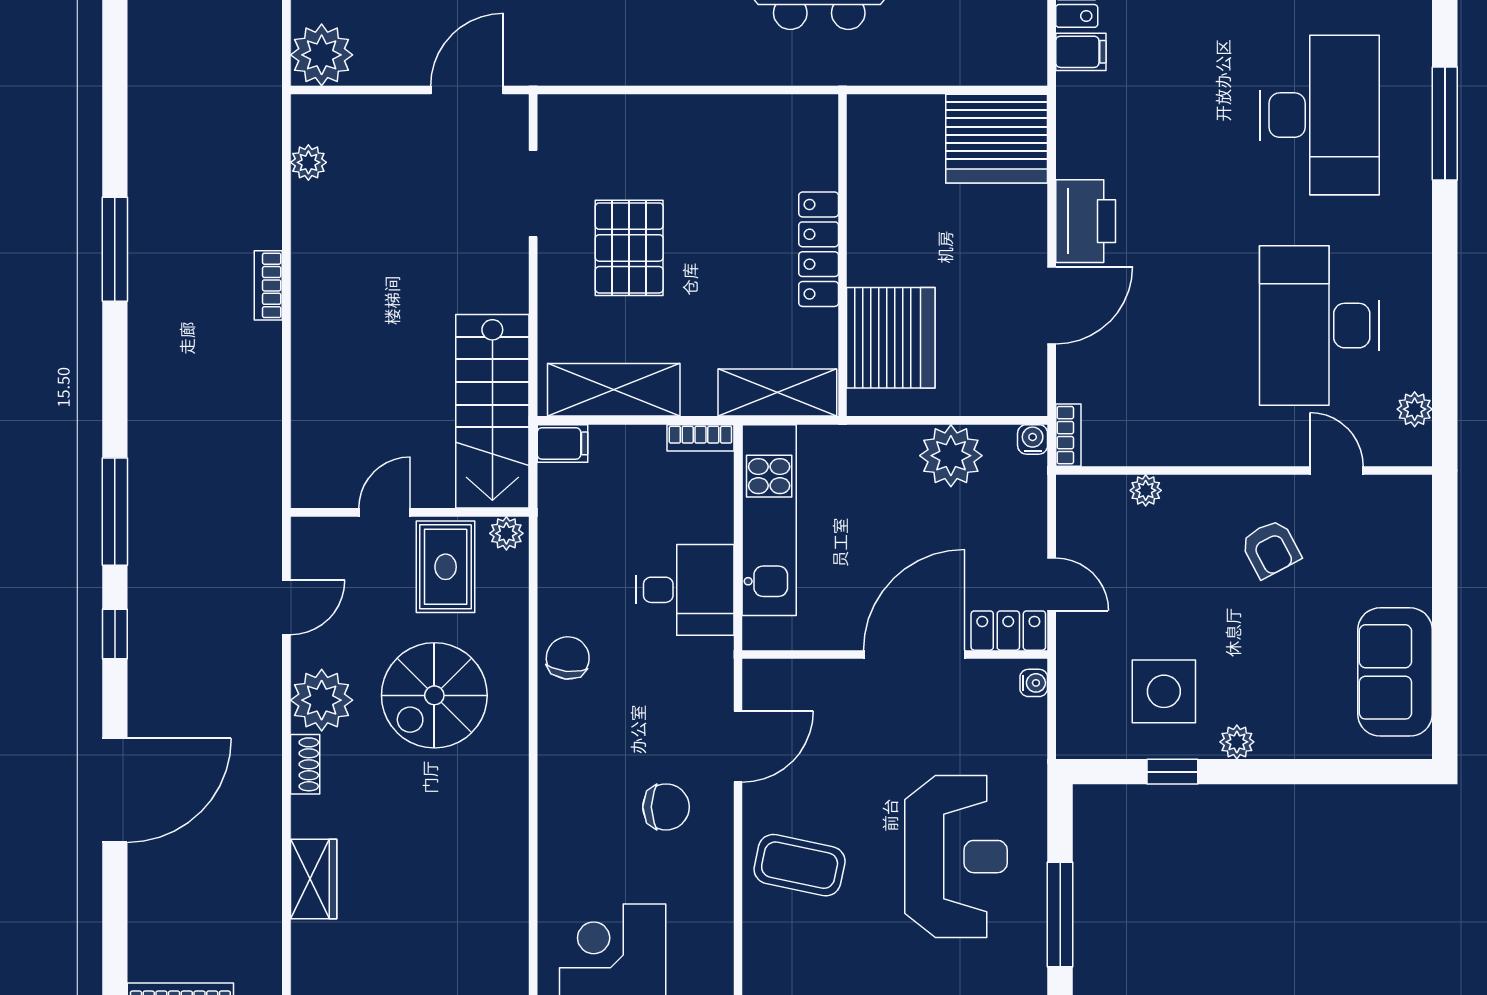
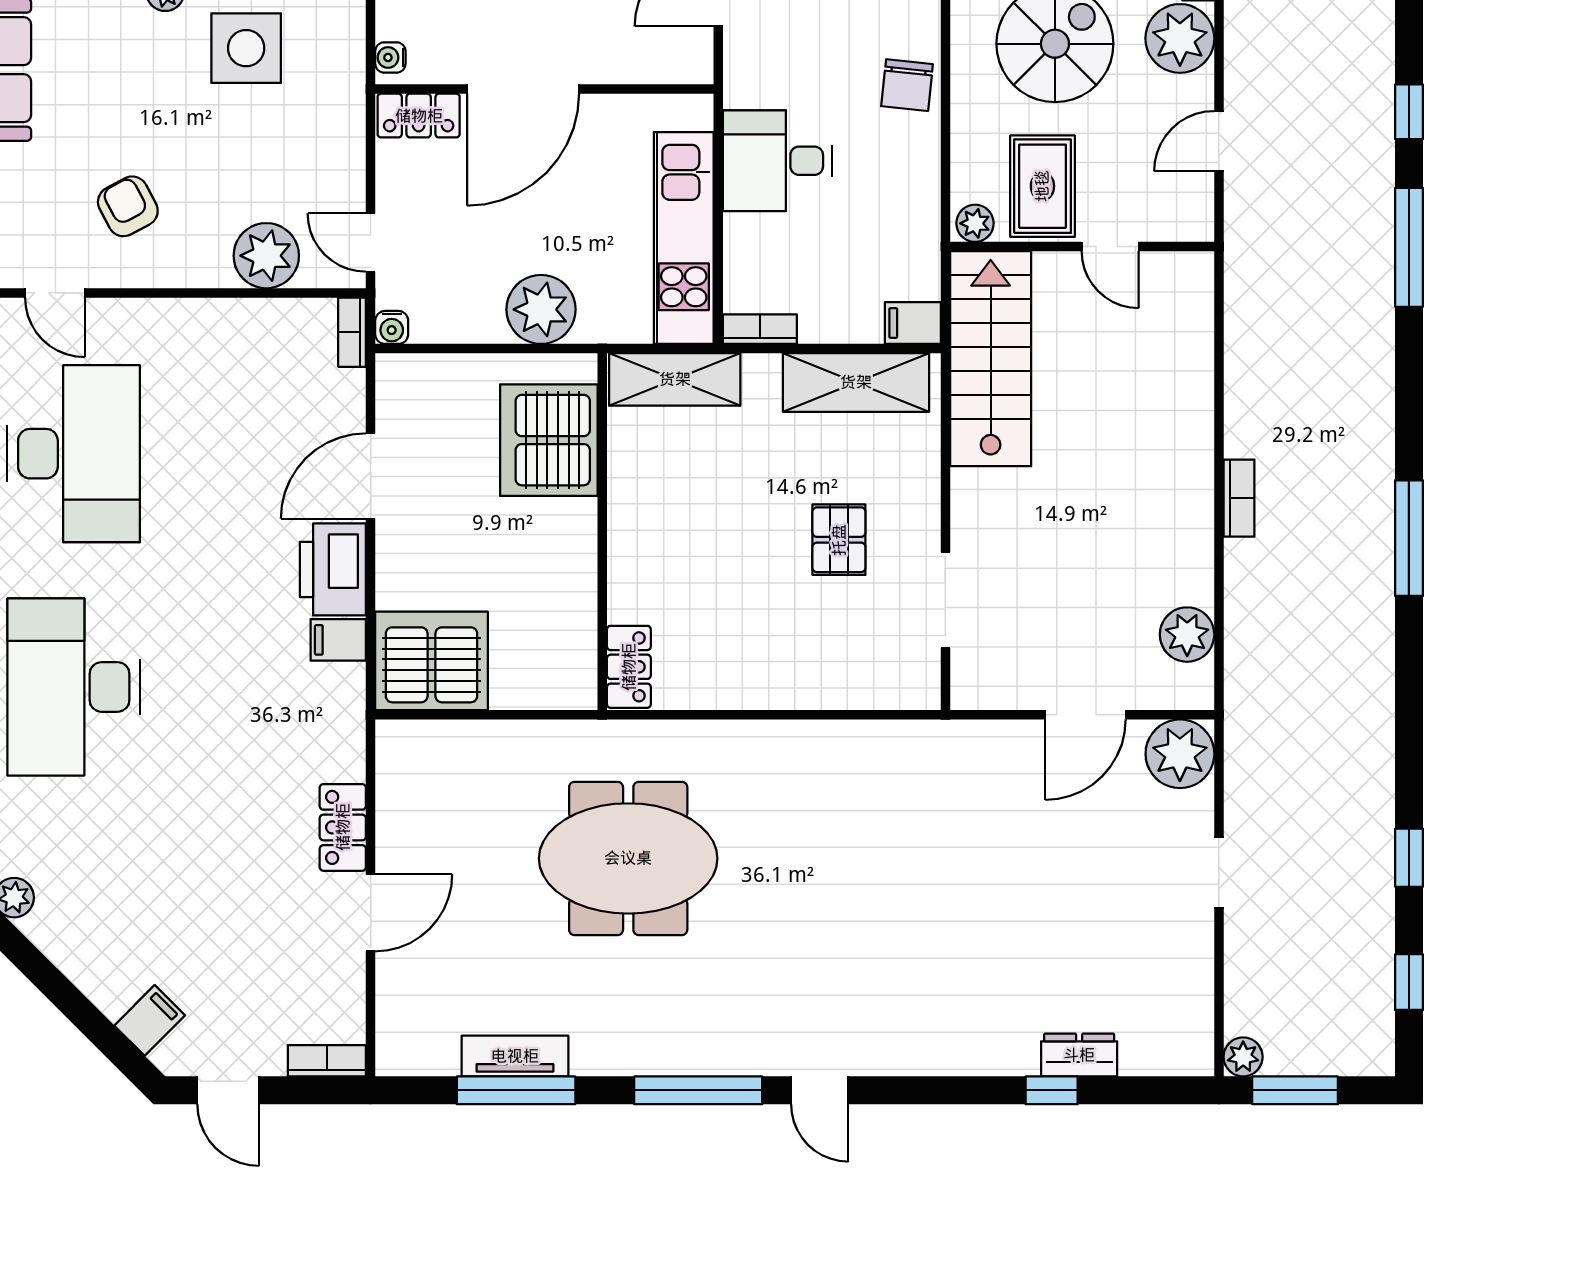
filing cabinet: (1081, 52) -> (338, 640), moved
door: (467, 90) -> (1085, 715), moved
plant: (308, 162) -> (1187, 635), width x1.38, depth x1.38
pallet: (629, 248) -> (839, 540), width x0.67, depth x0.71
locker: (819, 249) -> (629, 667), moved, width x0.66
plant: (951, 456) -> (541, 309), moved
plant: (1146, 490) -> (266, 256), width x1.87, depth x1.87
door: (385, 512) -> (1110, 247), hinge flipped
door: (1052, 584) -> (371, 242), moved

